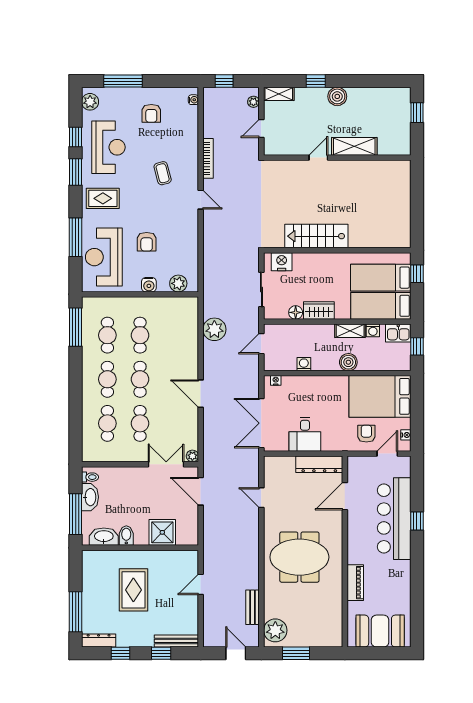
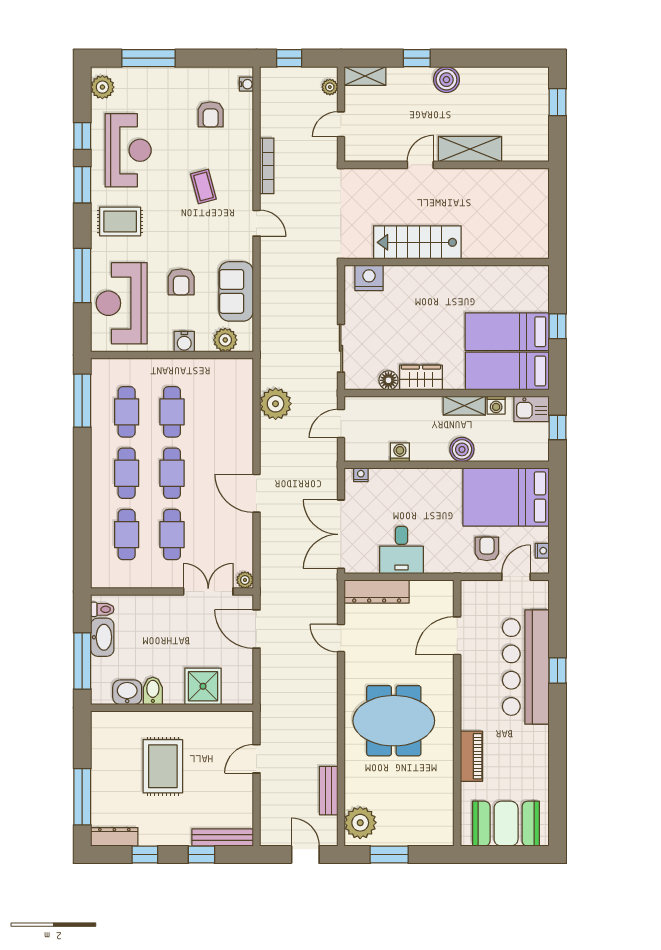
armchair: (151, 113) -> (211, 114), moved
stairs: (316, 236) -> (417, 242), moved
sofa: (186, 249) -> (236, 291), added
wall: (337, 250) -> (447, 262), moved
nightstand: (282, 262) -> (369, 278), moved
dresser: (319, 464) -> (377, 591), moved
washbasin: (104, 537) -> (127, 692), width x0.72

